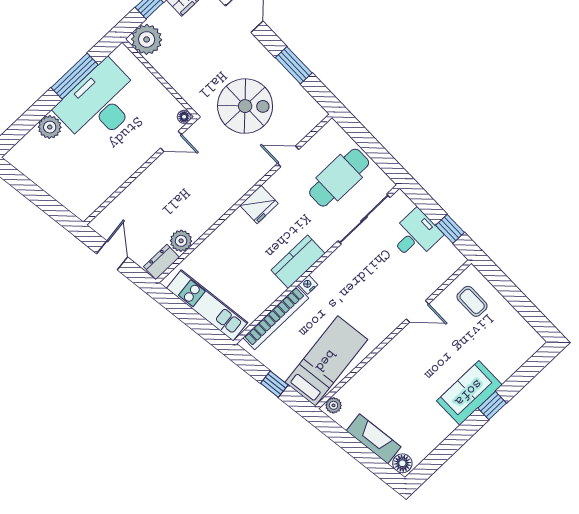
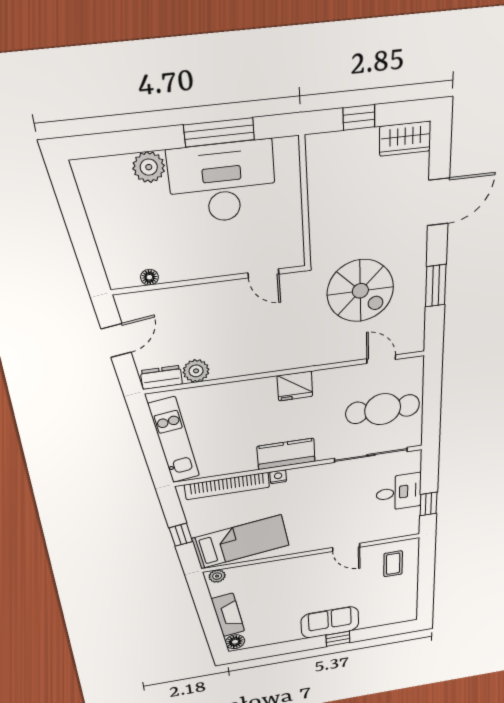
plant: (147, 39) -> (325, 153), removed
floor lamp: (184, 117) -> (149, 277), moved
door: (288, 156) -> (381, 359), moved

